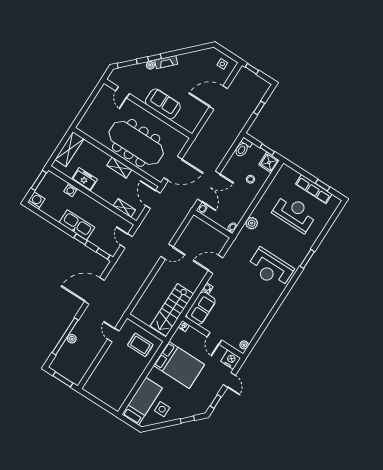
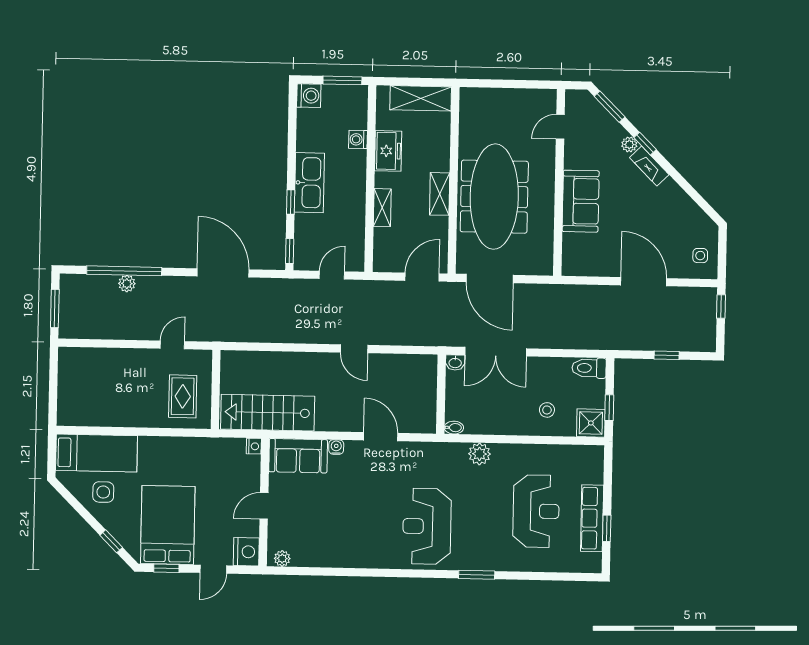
shelving: (124, 208) -> (382, 208), moved
bed: (179, 365) -> (168, 525), moved, turned 180

